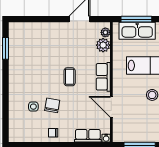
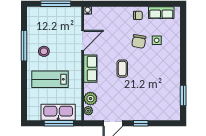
window: (50, 19) -> (141, 123), added
door: (111, 107) -> (83, 40), hinge flipped
row of seats: (88, 136) -> (161, 13), moved

